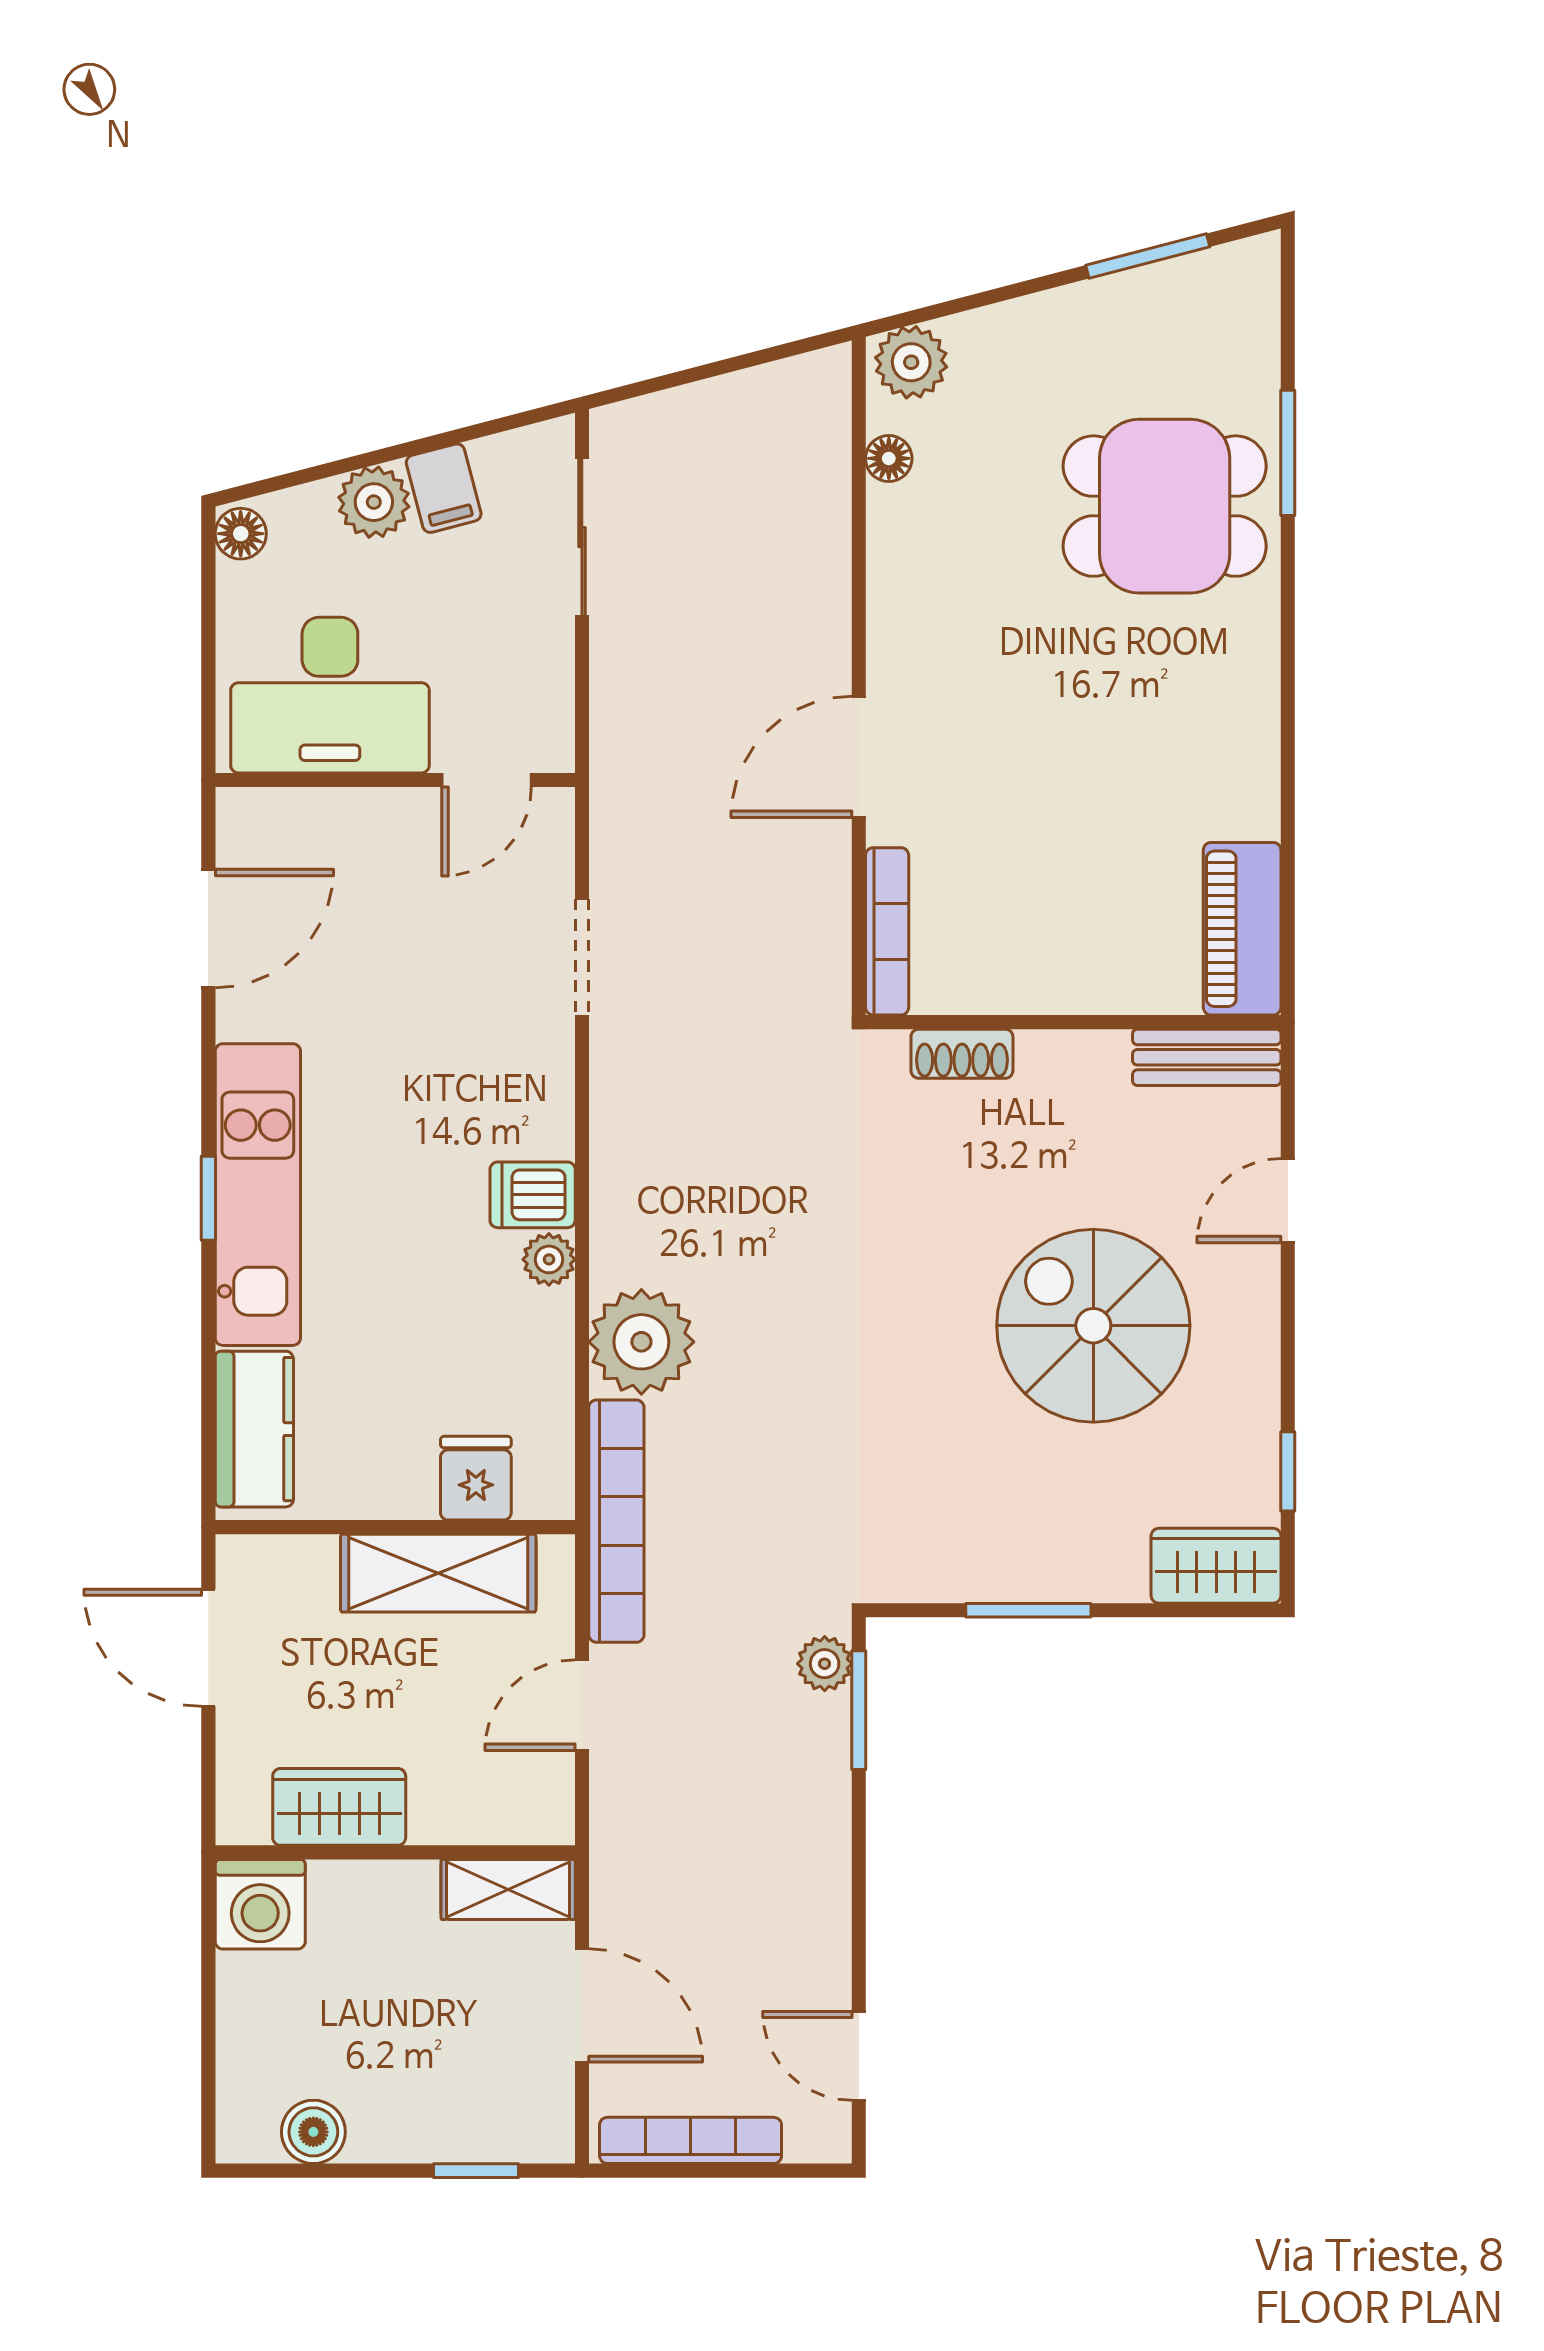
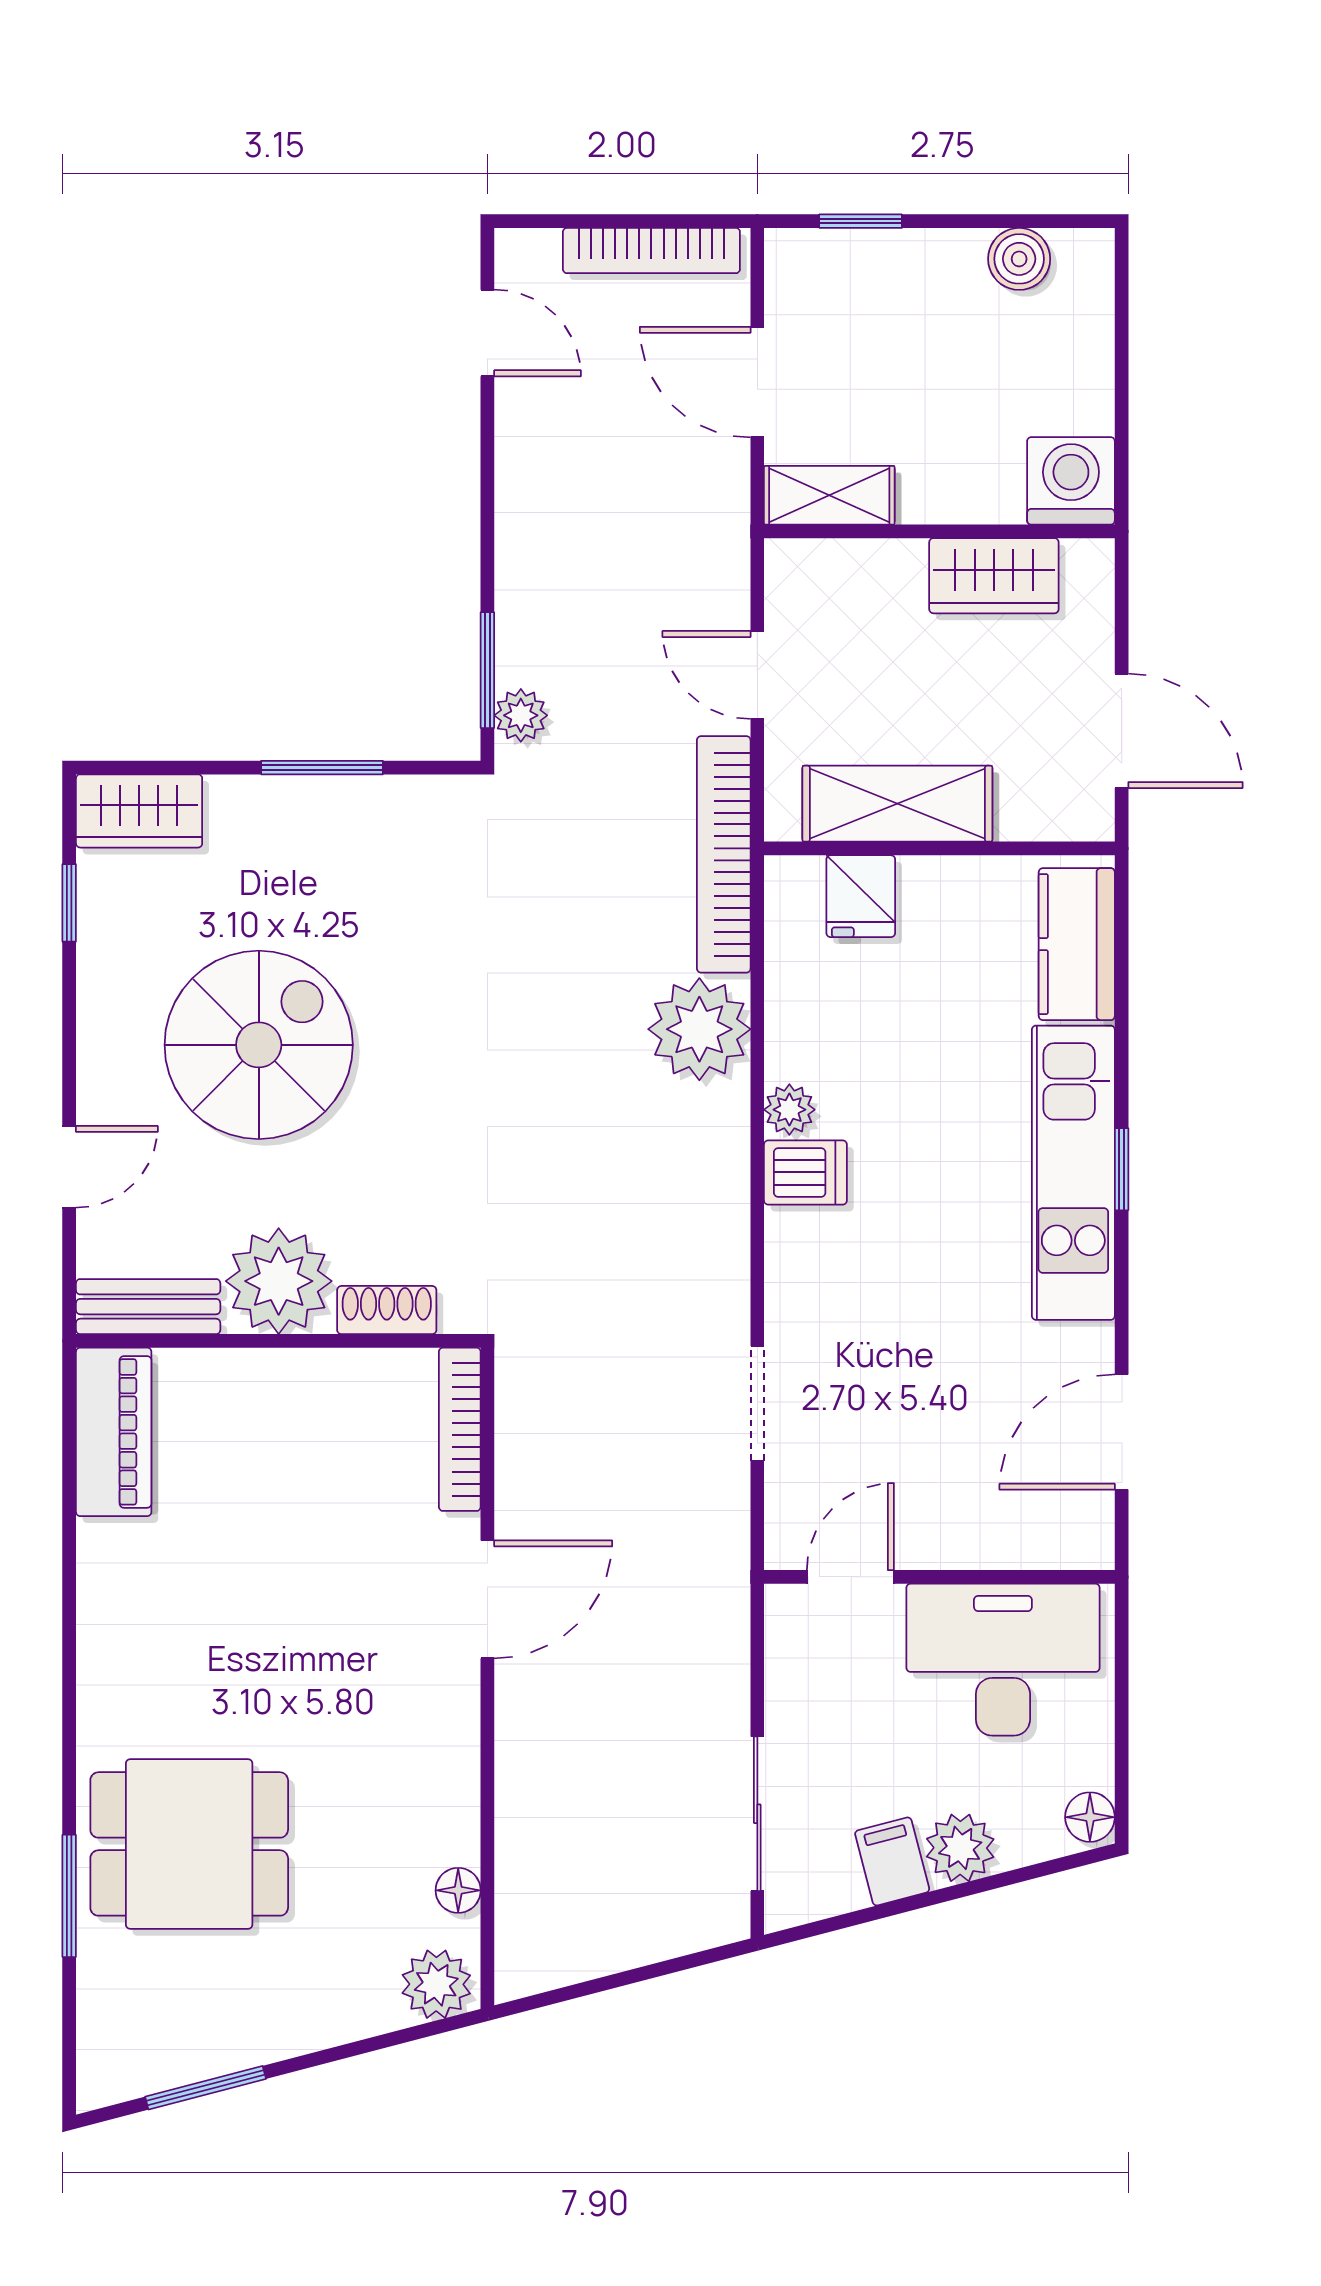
plant: (1073, 1083) -> (279, 1281), added
spiral stairs: (1093, 1326) -> (259, 1045), turned -90
door: (582, 1705) -> (757, 675), swing flipped

